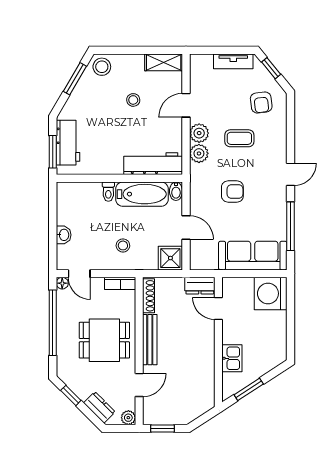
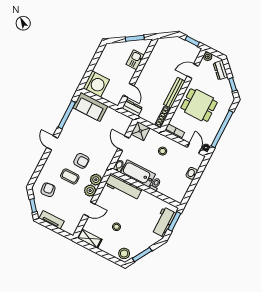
door: (290, 174) -> (52, 143), hinge flipped
armchair: (232, 191) -> (81, 161), moved, turned 180
sofa: (253, 256) -> (90, 107), width x0.73

